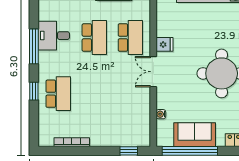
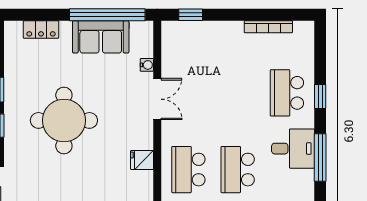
desk: (54, 36) -> (293, 149), moved
double door: (153, 72) -> (157, 99), moved

